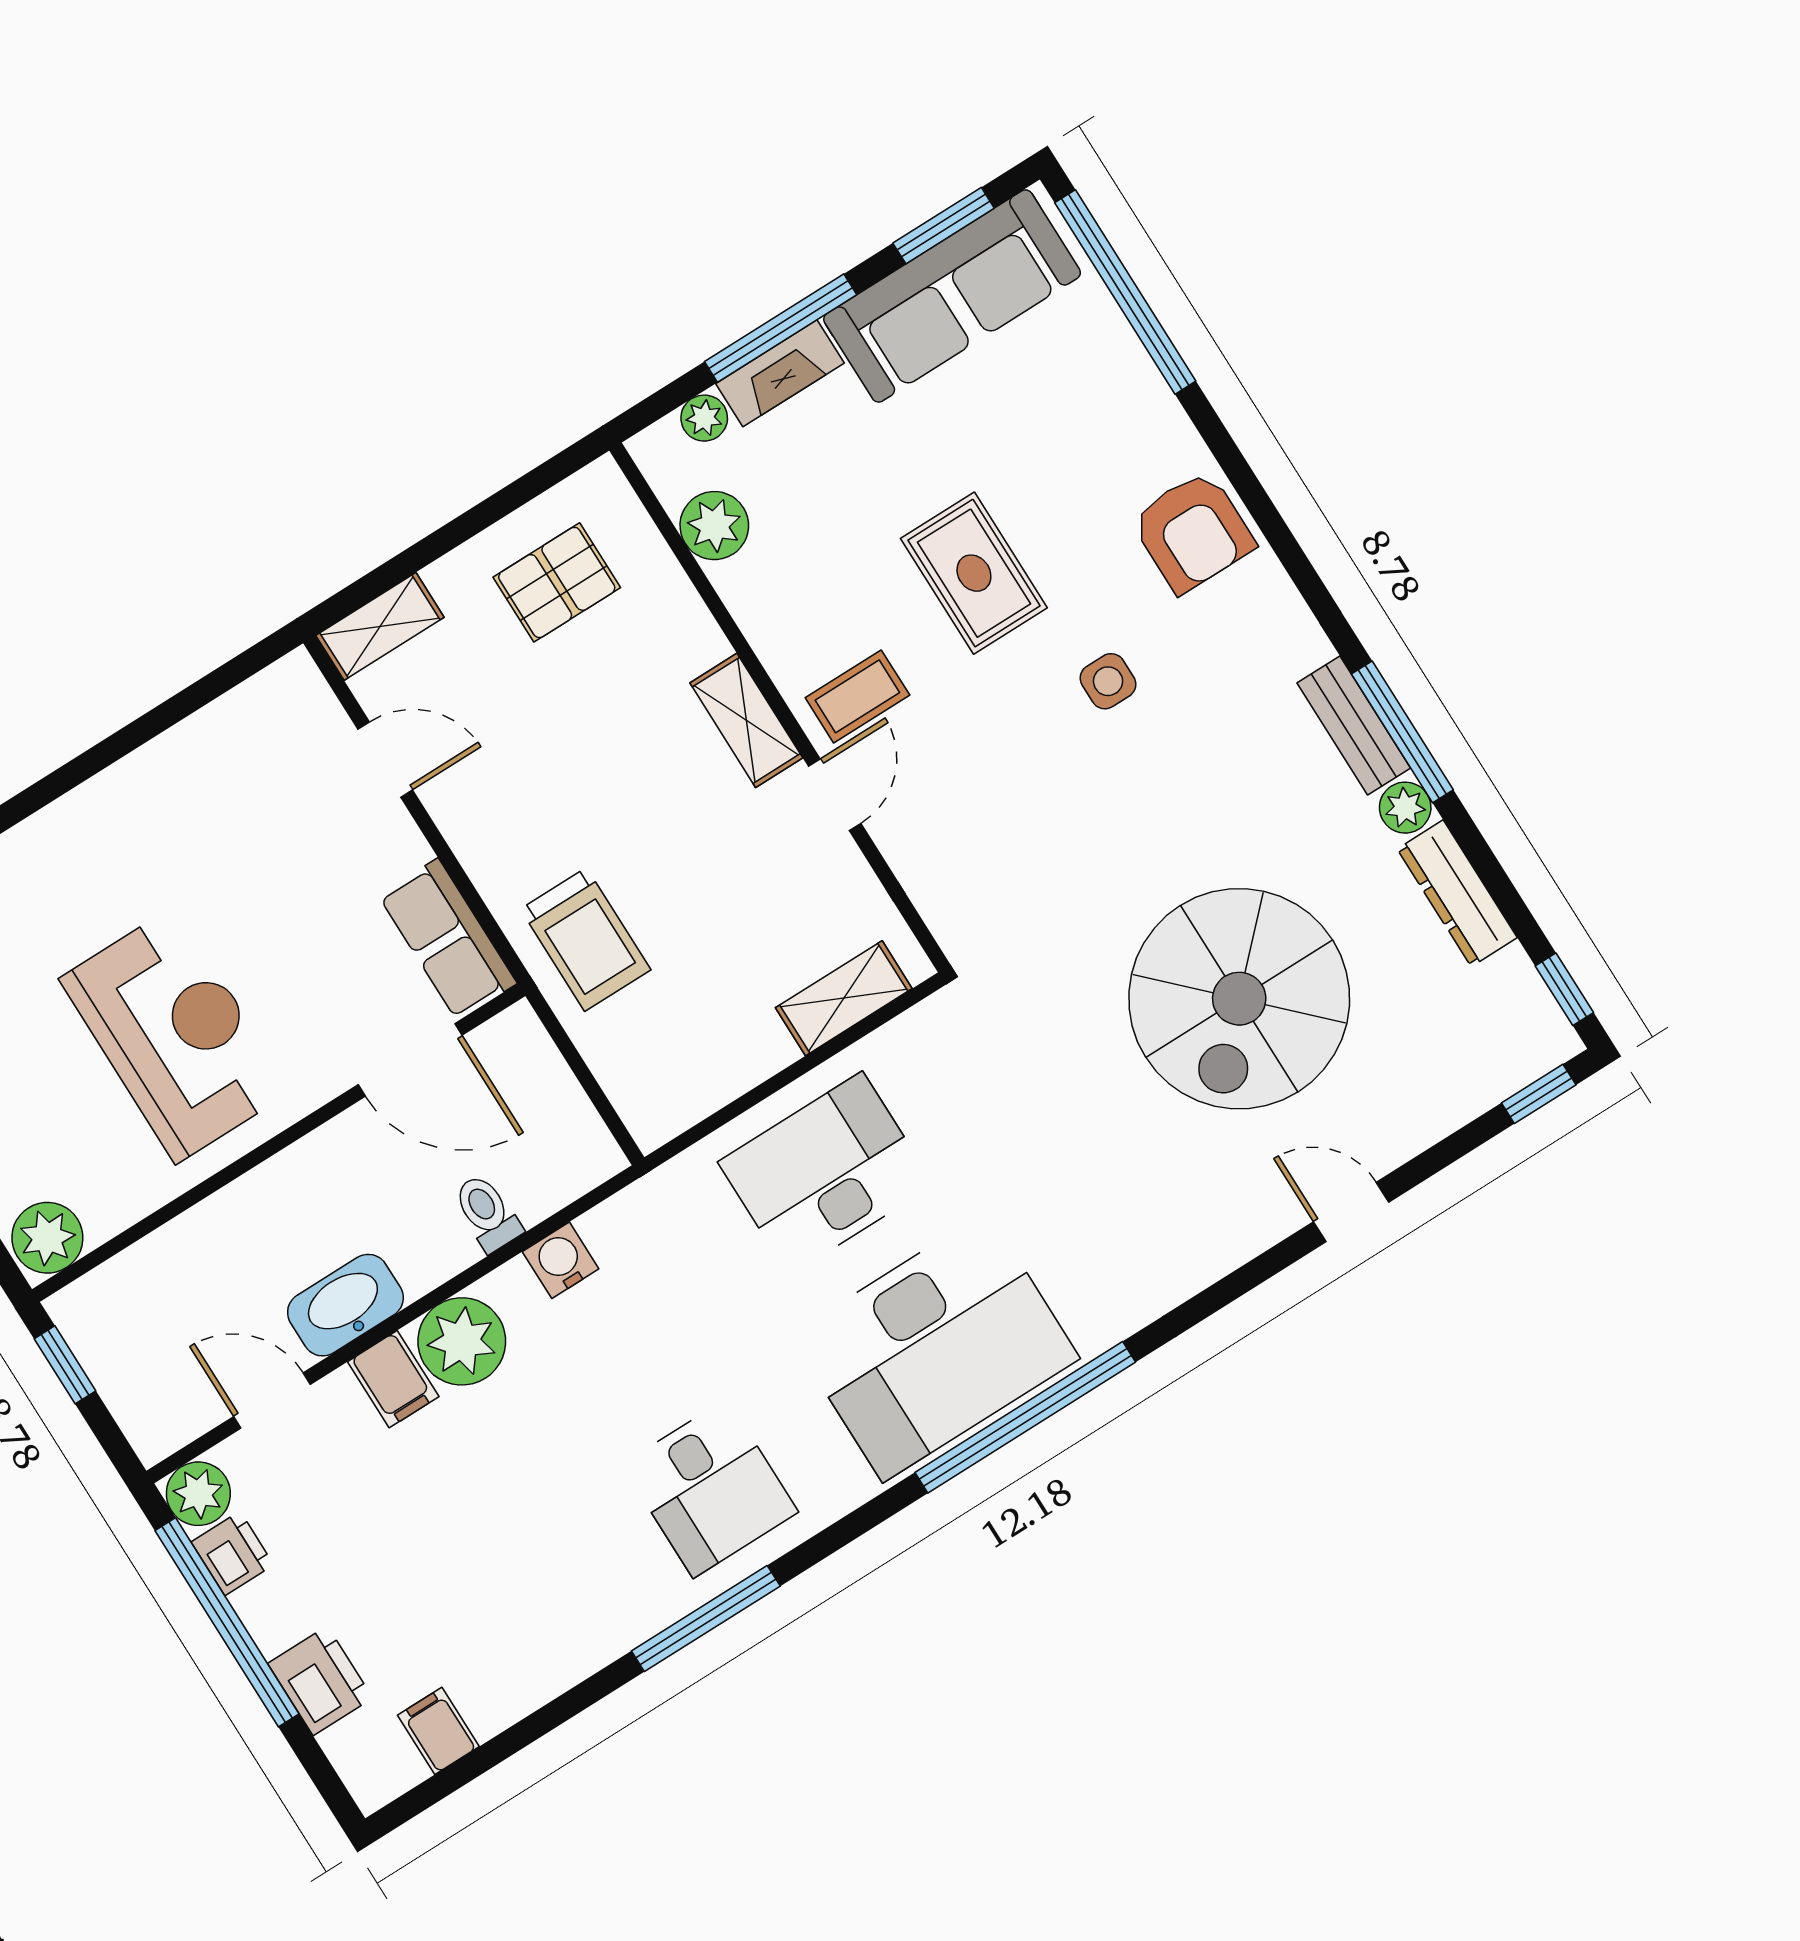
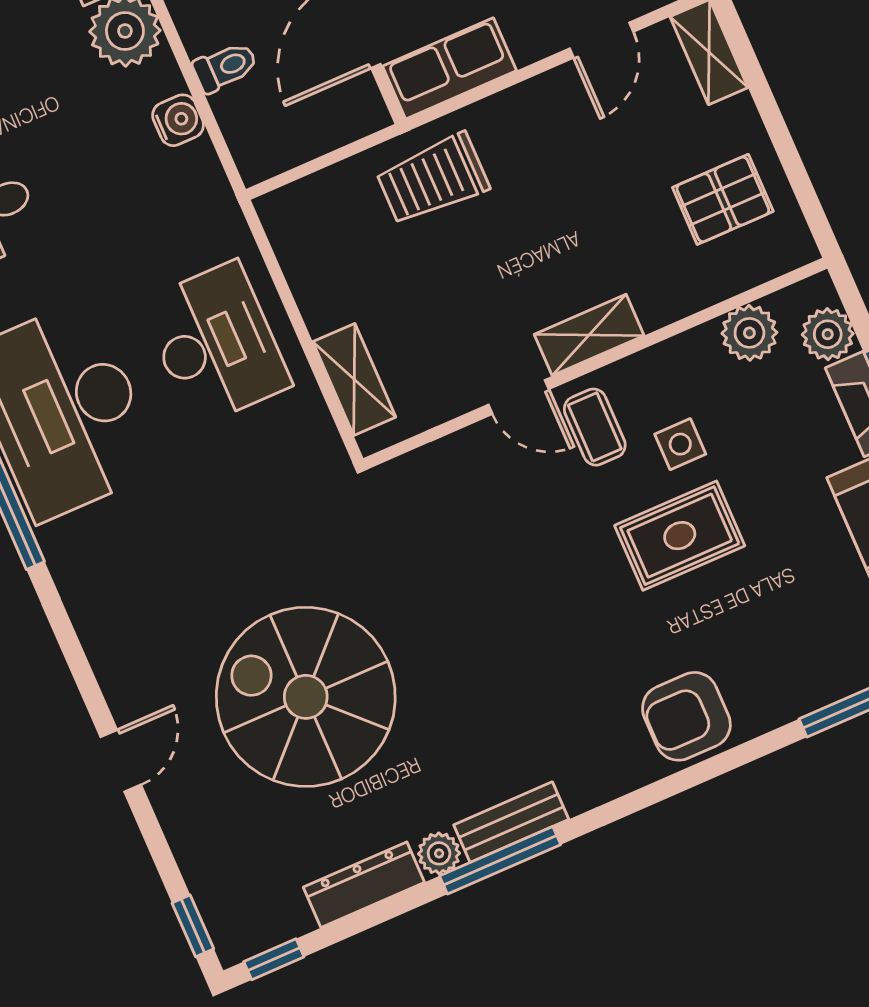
plant: (704, 418) -> (828, 334), width x1.38, depth x1.38
pallet: (557, 582) -> (723, 199), turned 90
side table: (1108, 681) -> (680, 444), moved

